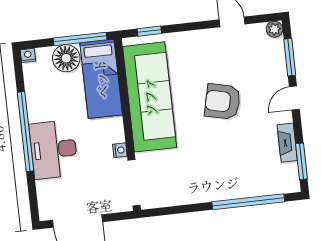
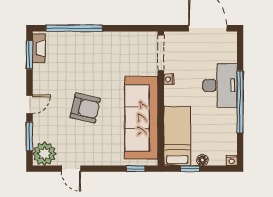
plant: (274, 29) -> (44, 154), width x1.88, depth x1.88
window: (80, 39) -> (190, 169), width x0.46
floor lamp: (66, 58) -> (202, 160), width x0.53, depth x0.53
fireplace: (287, 143) -> (39, 48), moved

